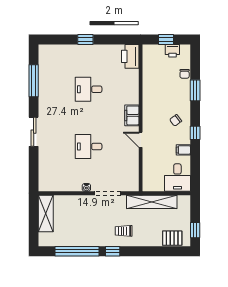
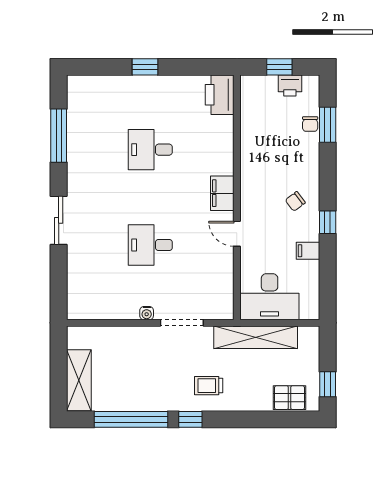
window: (195, 90) -> (328, 125), moved
desk: (177, 178) -> (270, 297), moved, width x1.37
shelving: (46, 213) -> (79, 380), moved

